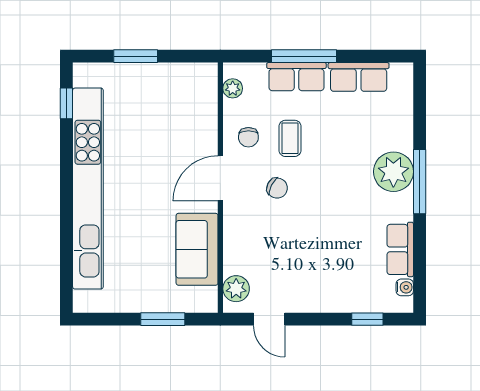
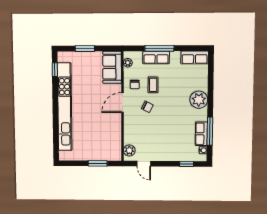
row of seats: (359, 77) -> (195, 57), moved
window: (420, 182) -> (210, 131), moved
sofa: (197, 249) -> (112, 67), moved

